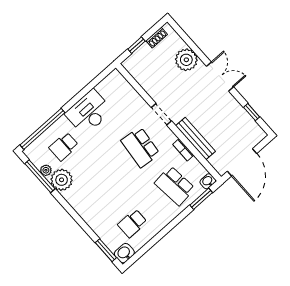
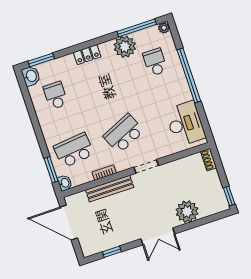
shoe rack: (157, 38) -> (209, 160), moved
window: (136, 45) -> (229, 196), moved
desk: (89, 112) -> (185, 124), moved
window: (43, 129) -> (189, 76), moved
school desk: (140, 147) -> (124, 134), turned -30
plant: (46, 170) -> (164, 28), moved
locker: (83, 211) -> (87, 55), added

